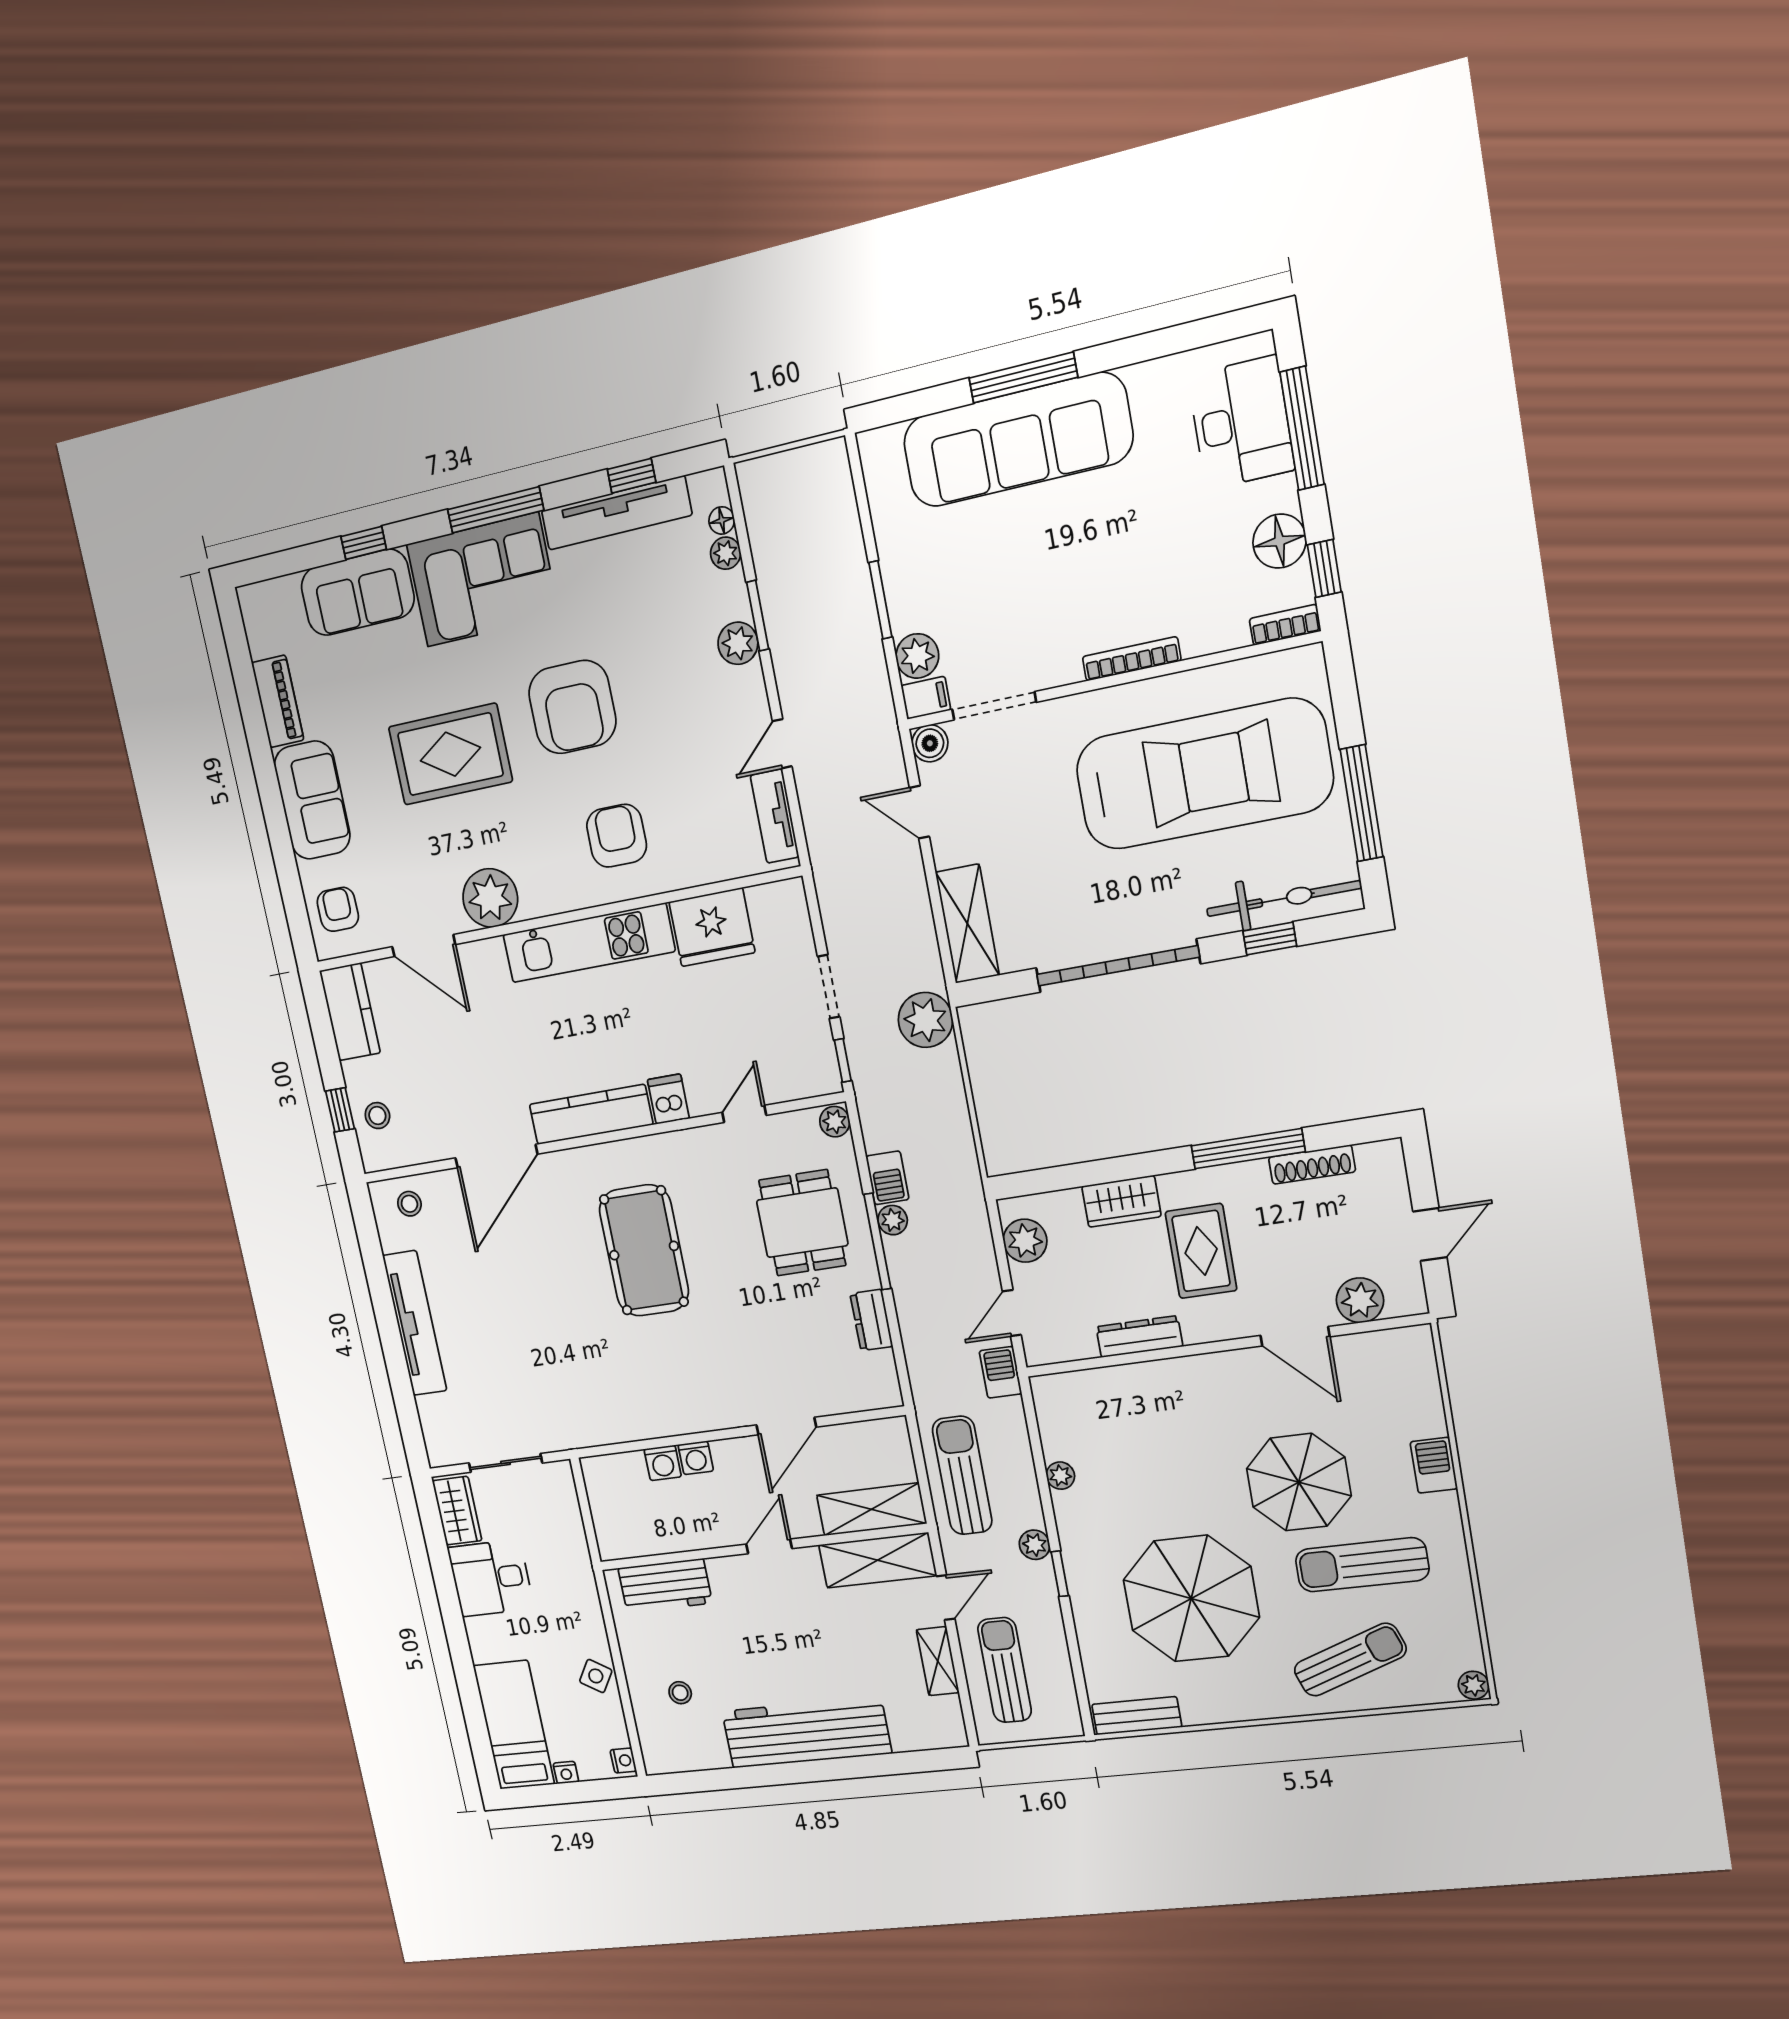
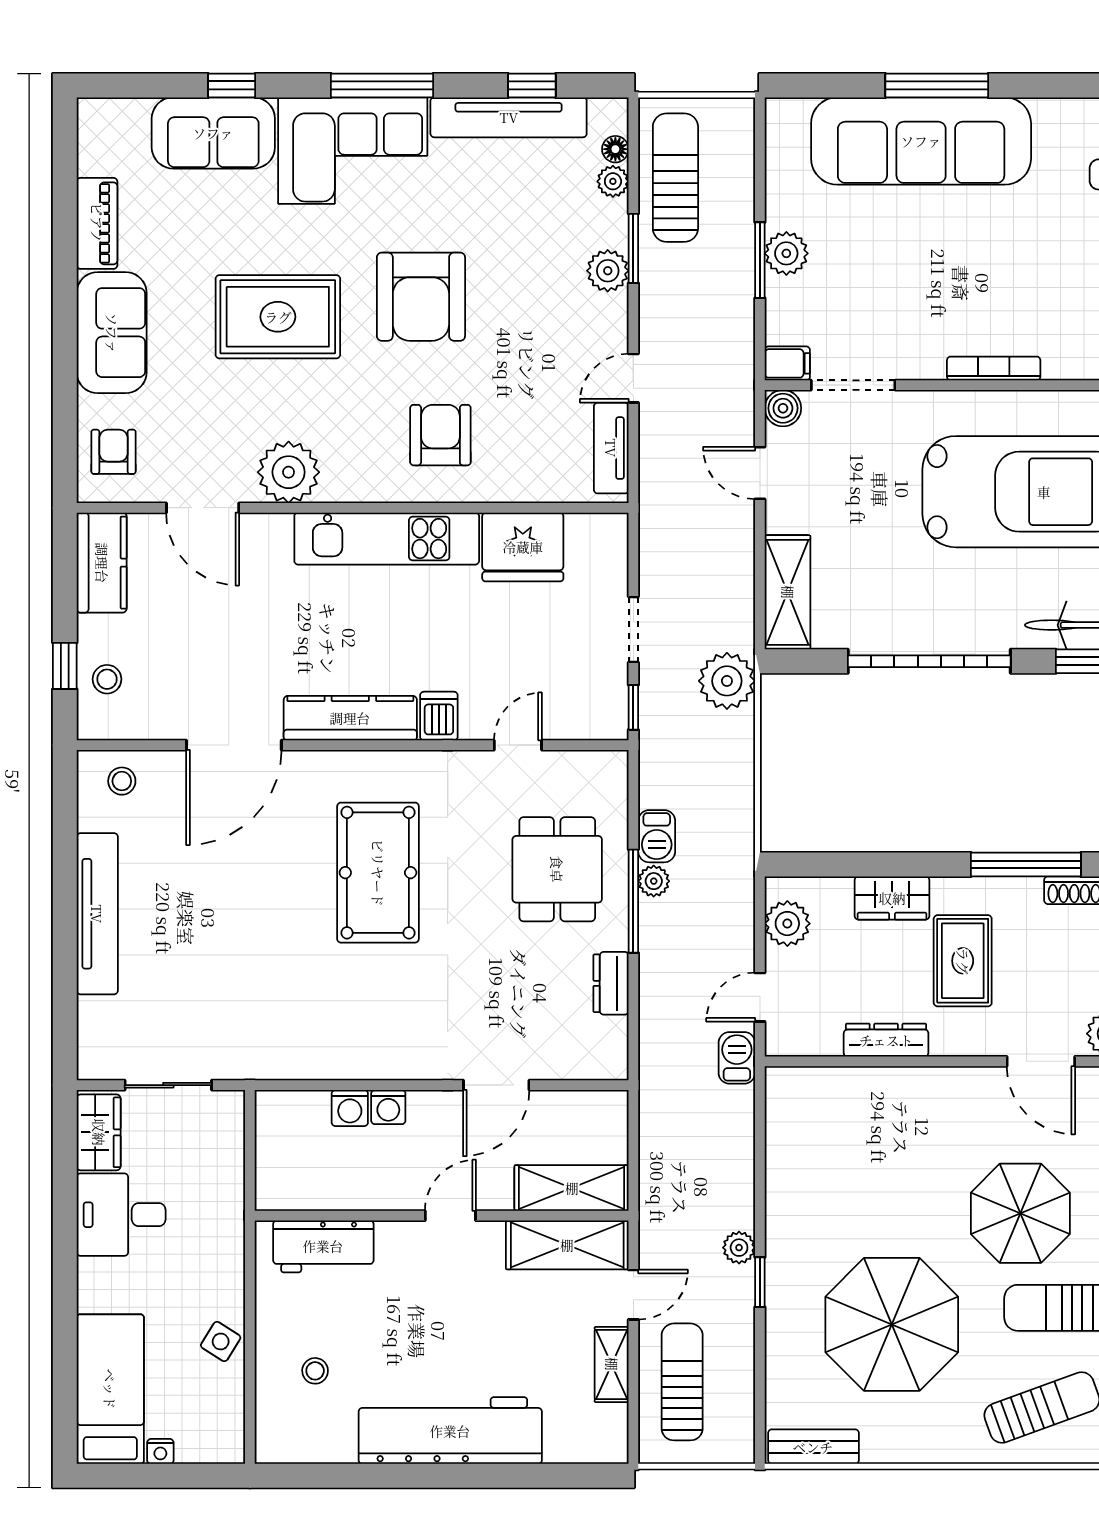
plant: (917, 656) -> (786, 253), moved
plant: (835, 1122) -> (613, 769), removed
sun lounger: (962, 1475) -> (675, 178), moved
plant: (1060, 1476) -> (779, 1176), removed
nightstand: (623, 1760) -> (232, 1443), removed

